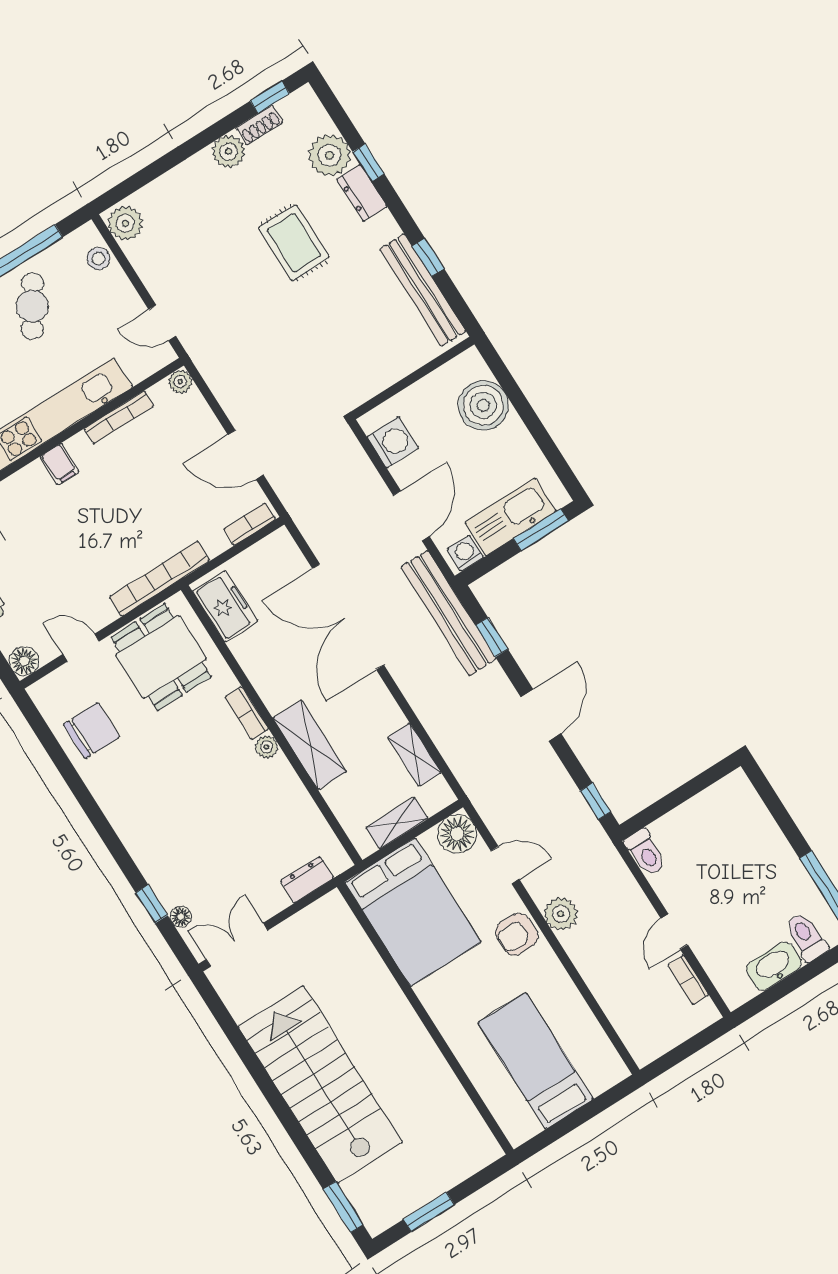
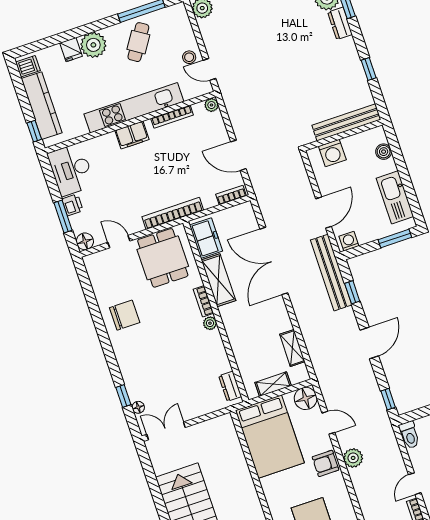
rug: (294, 243) -> (295, 42), removed
stool: (98, 259) -> (189, 57), moved
bench: (423, 290) -> (346, 122), moved, turned 90
boiler: (483, 405) -> (384, 152), width x0.54, depth x0.54
washing machine: (393, 442) -> (332, 153), moved, turned 90
filing cabinet: (60, 464) -> (132, 135), width x2.00
kitchen sink: (510, 517) -> (395, 197), moved, turned -90
chair: (92, 731) -> (125, 315), moved
shelving: (310, 745) -> (218, 280), moved
dresser: (307, 880) -> (230, 386), moved, turned -90

